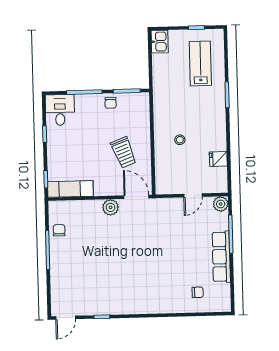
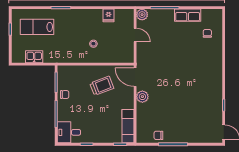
kitchen sink: (160, 42) -> (34, 57), moved
door: (136, 197) -> (135, 77), hinge flipped
row of seats: (221, 257) -> (188, 15), width x0.68

